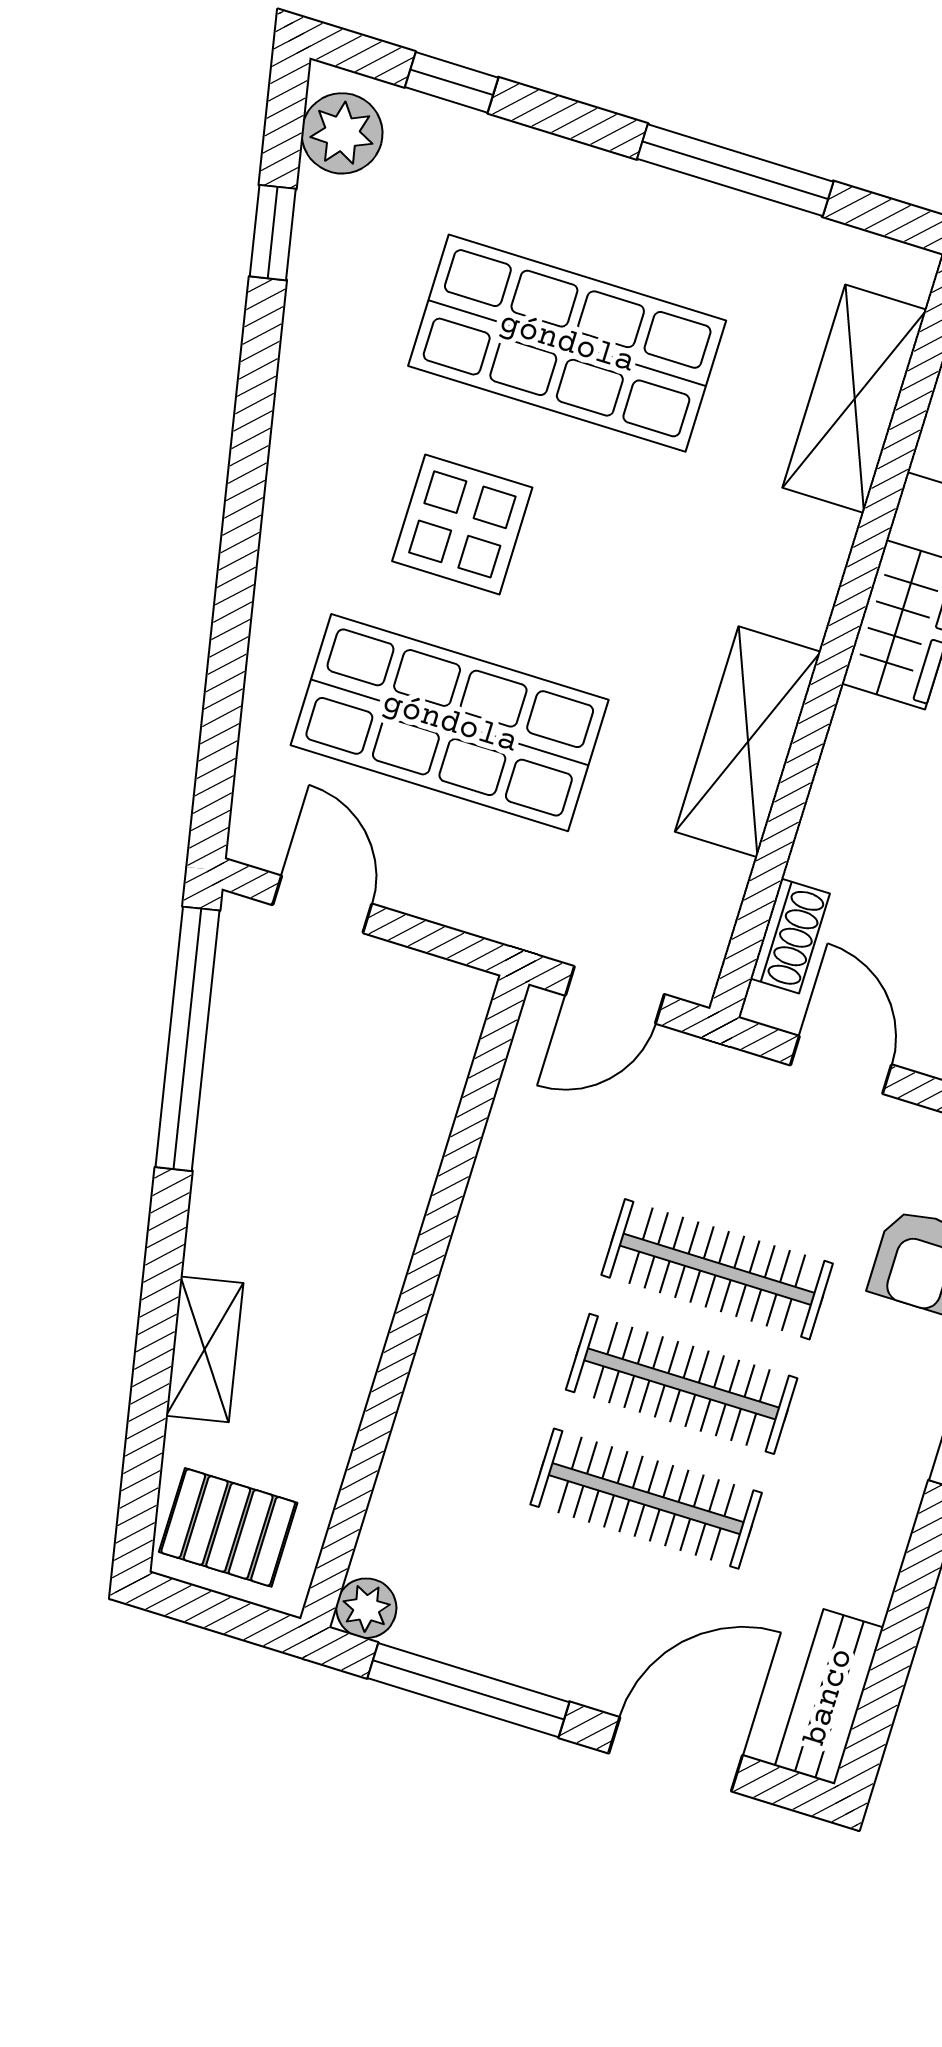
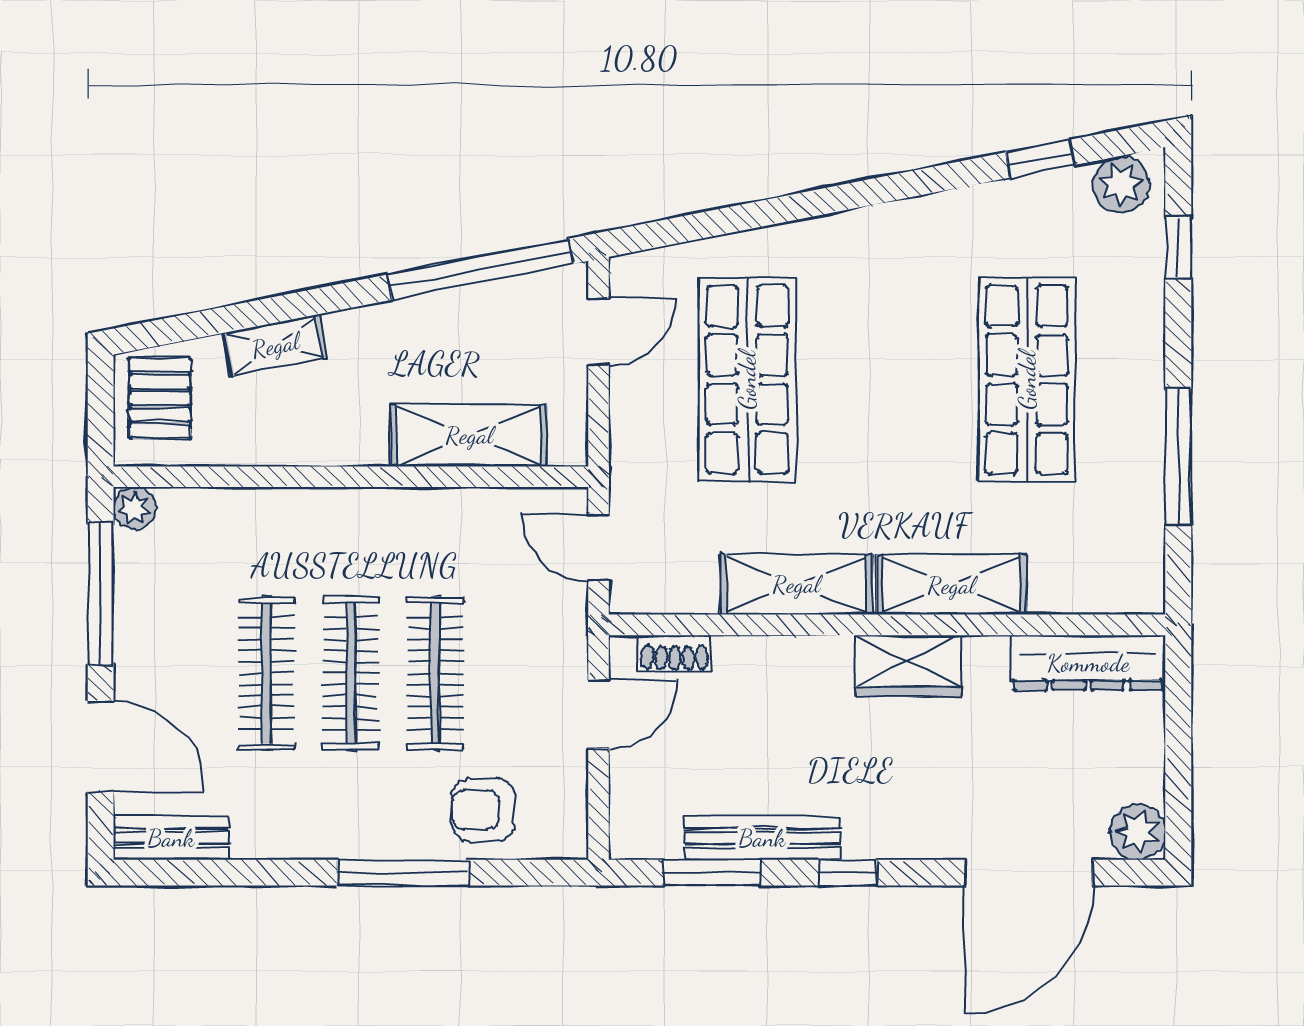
shelving: (855, 399) -> (951, 585), moved
display table: (462, 524) -> (883, 347), removed
shelving: (408, 1124) -> (469, 435), added

